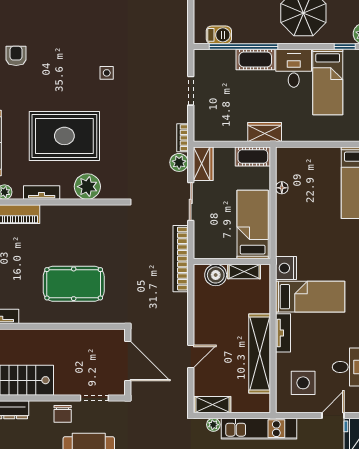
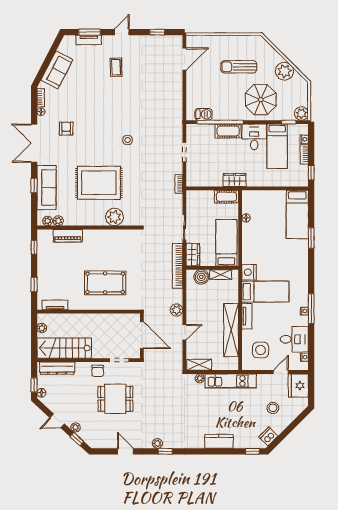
plant: (179, 162) -> (177, 310), moved
wardrobe: (203, 164) -> (193, 255), moved
tv unit: (42, 193) -> (83, 221), removed

